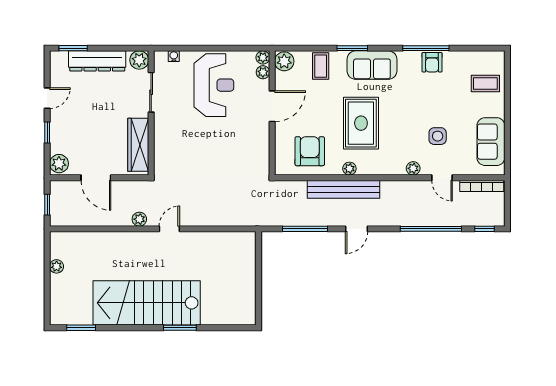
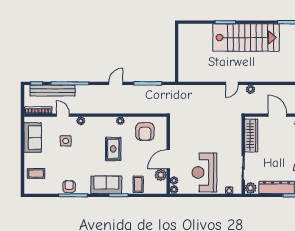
plant: (284, 61) -> (161, 175), moved
rug: (361, 123) -> (113, 149), width x0.73, depth x0.70
bench: (343, 189) -> (52, 91), moved

